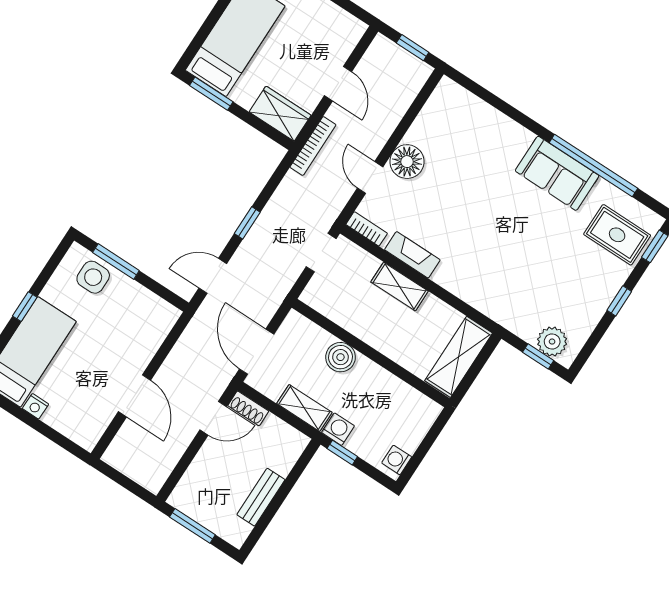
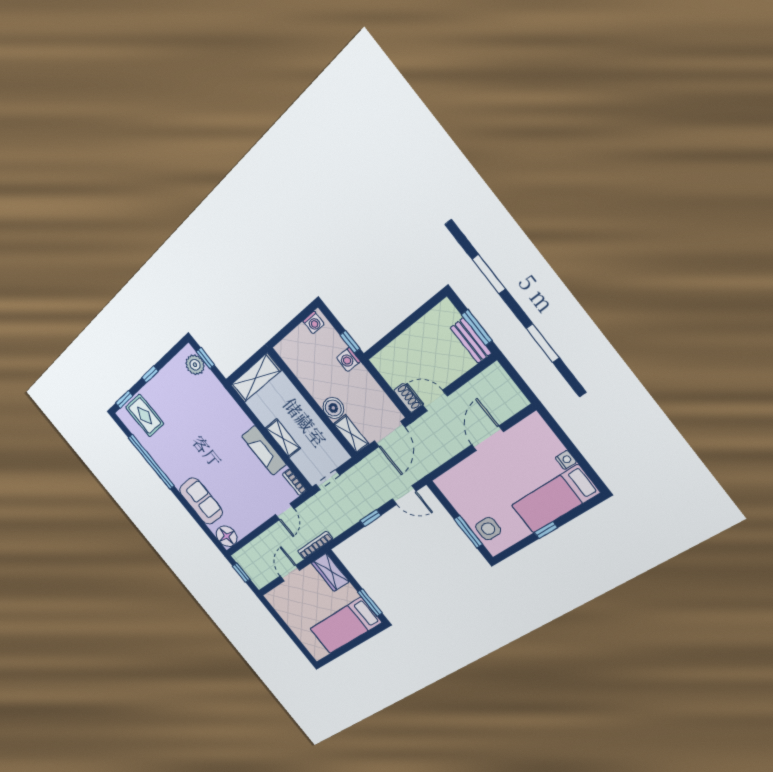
floor lamp: (407, 162) -> (227, 536), moved
sofa: (557, 173) -> (201, 501), moved
fireplace: (412, 255) -> (264, 450), width x1.37, depth x1.32
shelving: (304, 408) -> (351, 434), moved
bench: (261, 497) -> (471, 341), moved, turned 90

